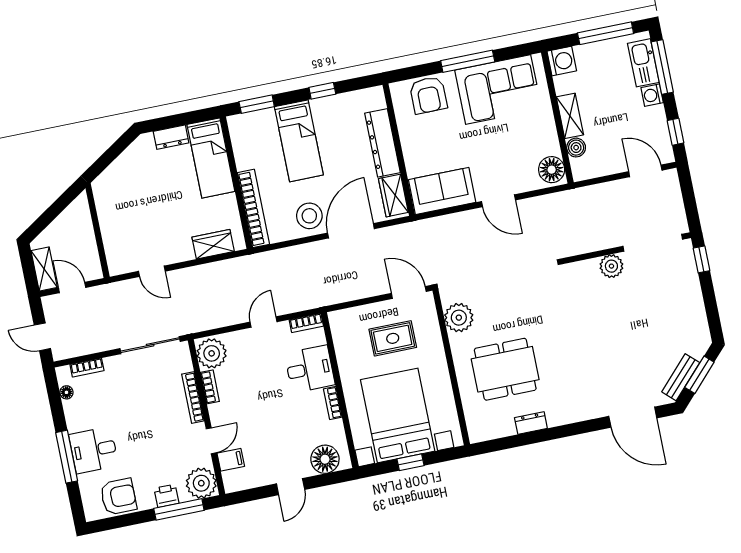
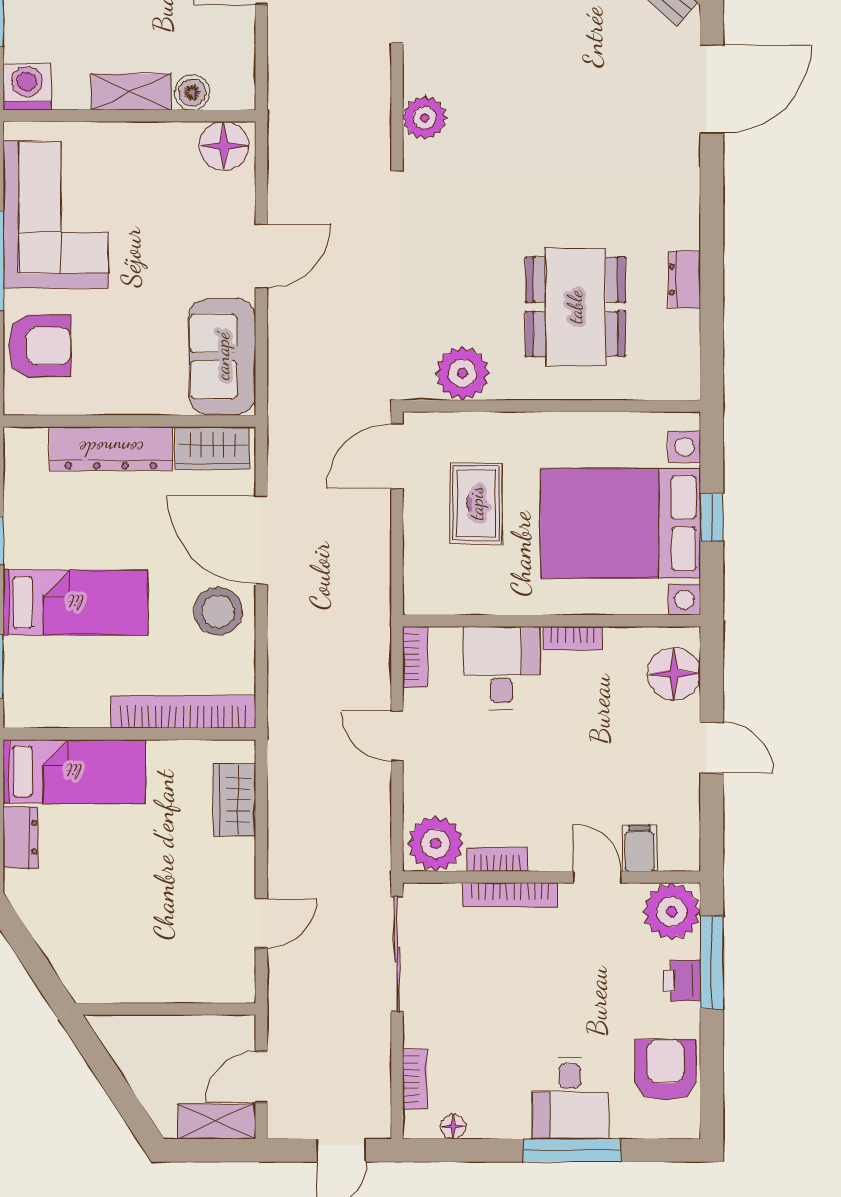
plant: (611, 266) -> (425, 118), moved

